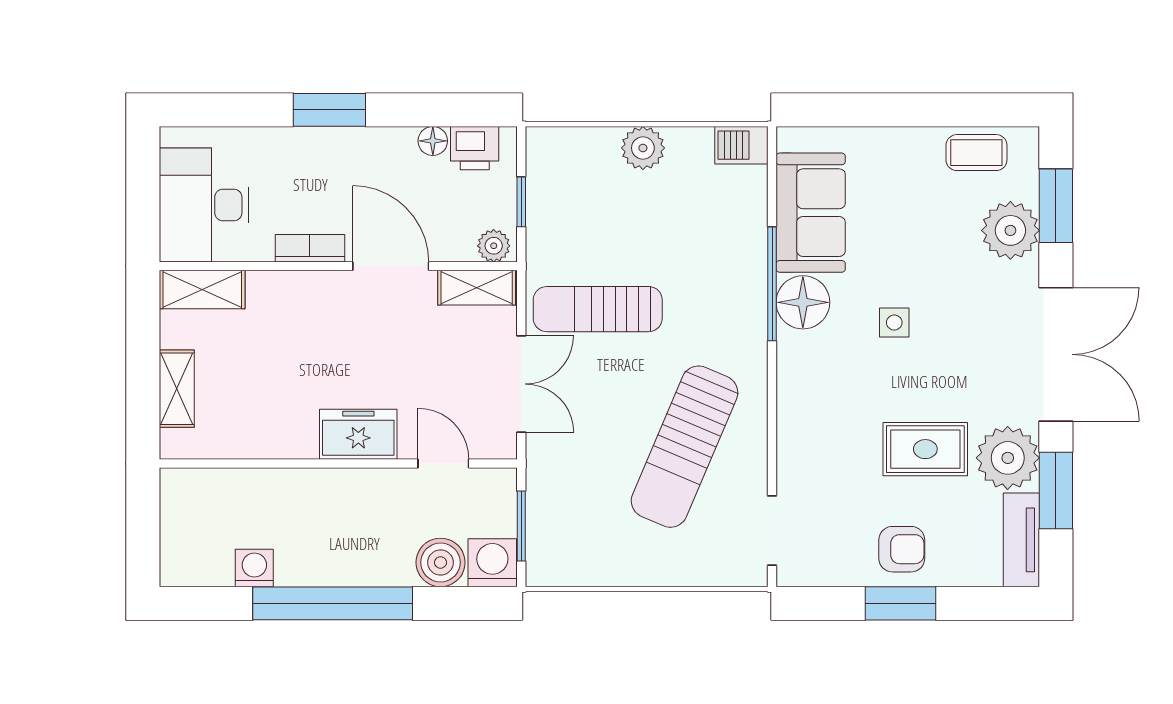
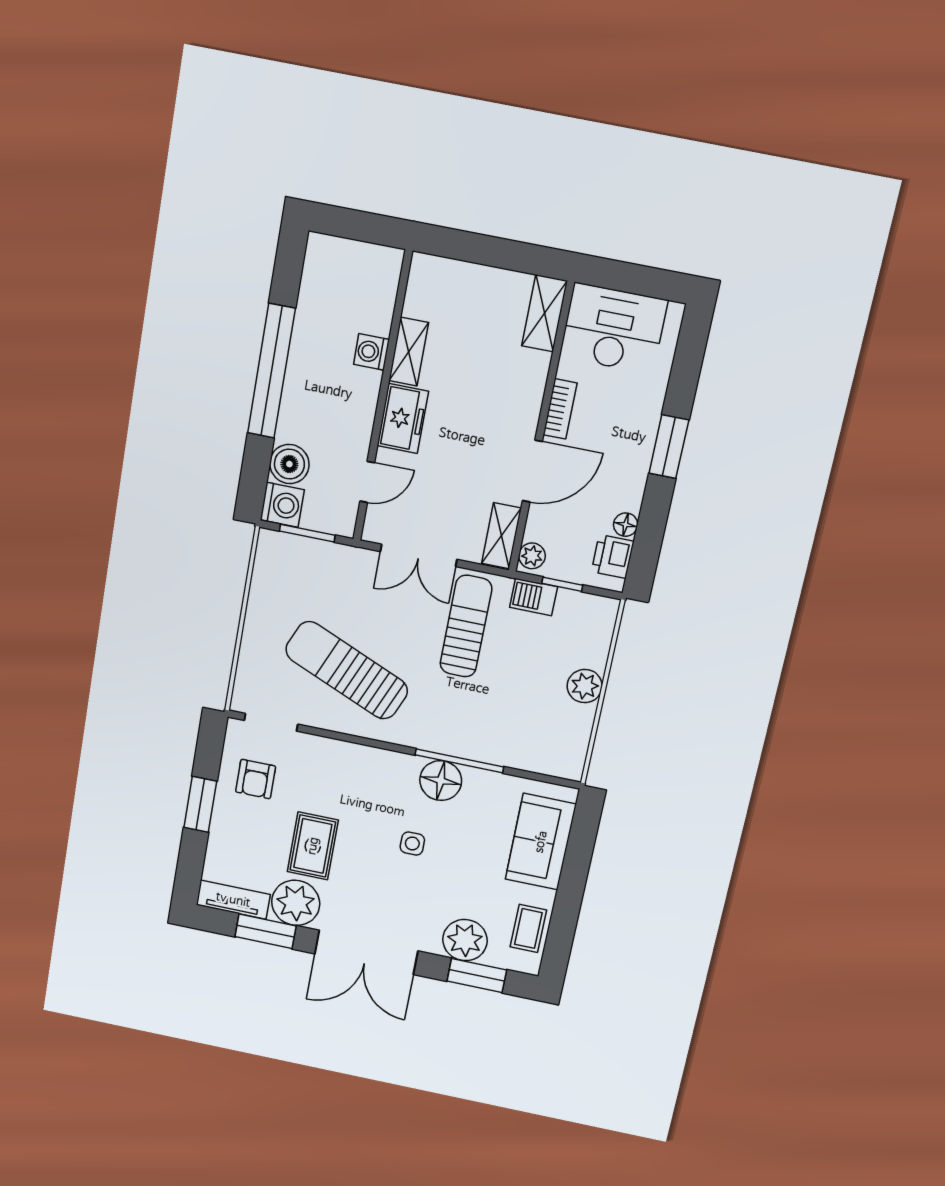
barbecue: (741, 145) -> (534, 597), moved, turned -90
sofa: (811, 213) -> (541, 842), moved, turned 90
shelving: (177, 389) -> (409, 352), moved, turned 90
armchair: (902, 549) -> (256, 779), moved
washing machine: (254, 568) -> (371, 352), moved, turned 180

